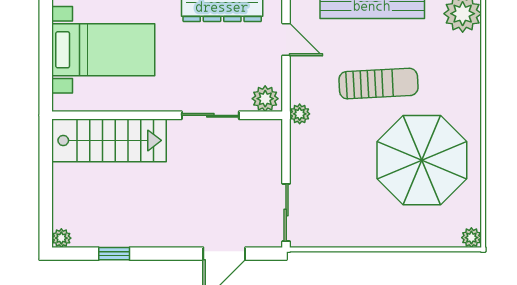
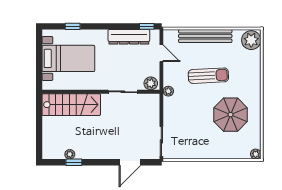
parasol: (422, 160) -> (231, 115), width x0.73, depth x0.73
plant: (61, 238) -> (70, 154), moved

